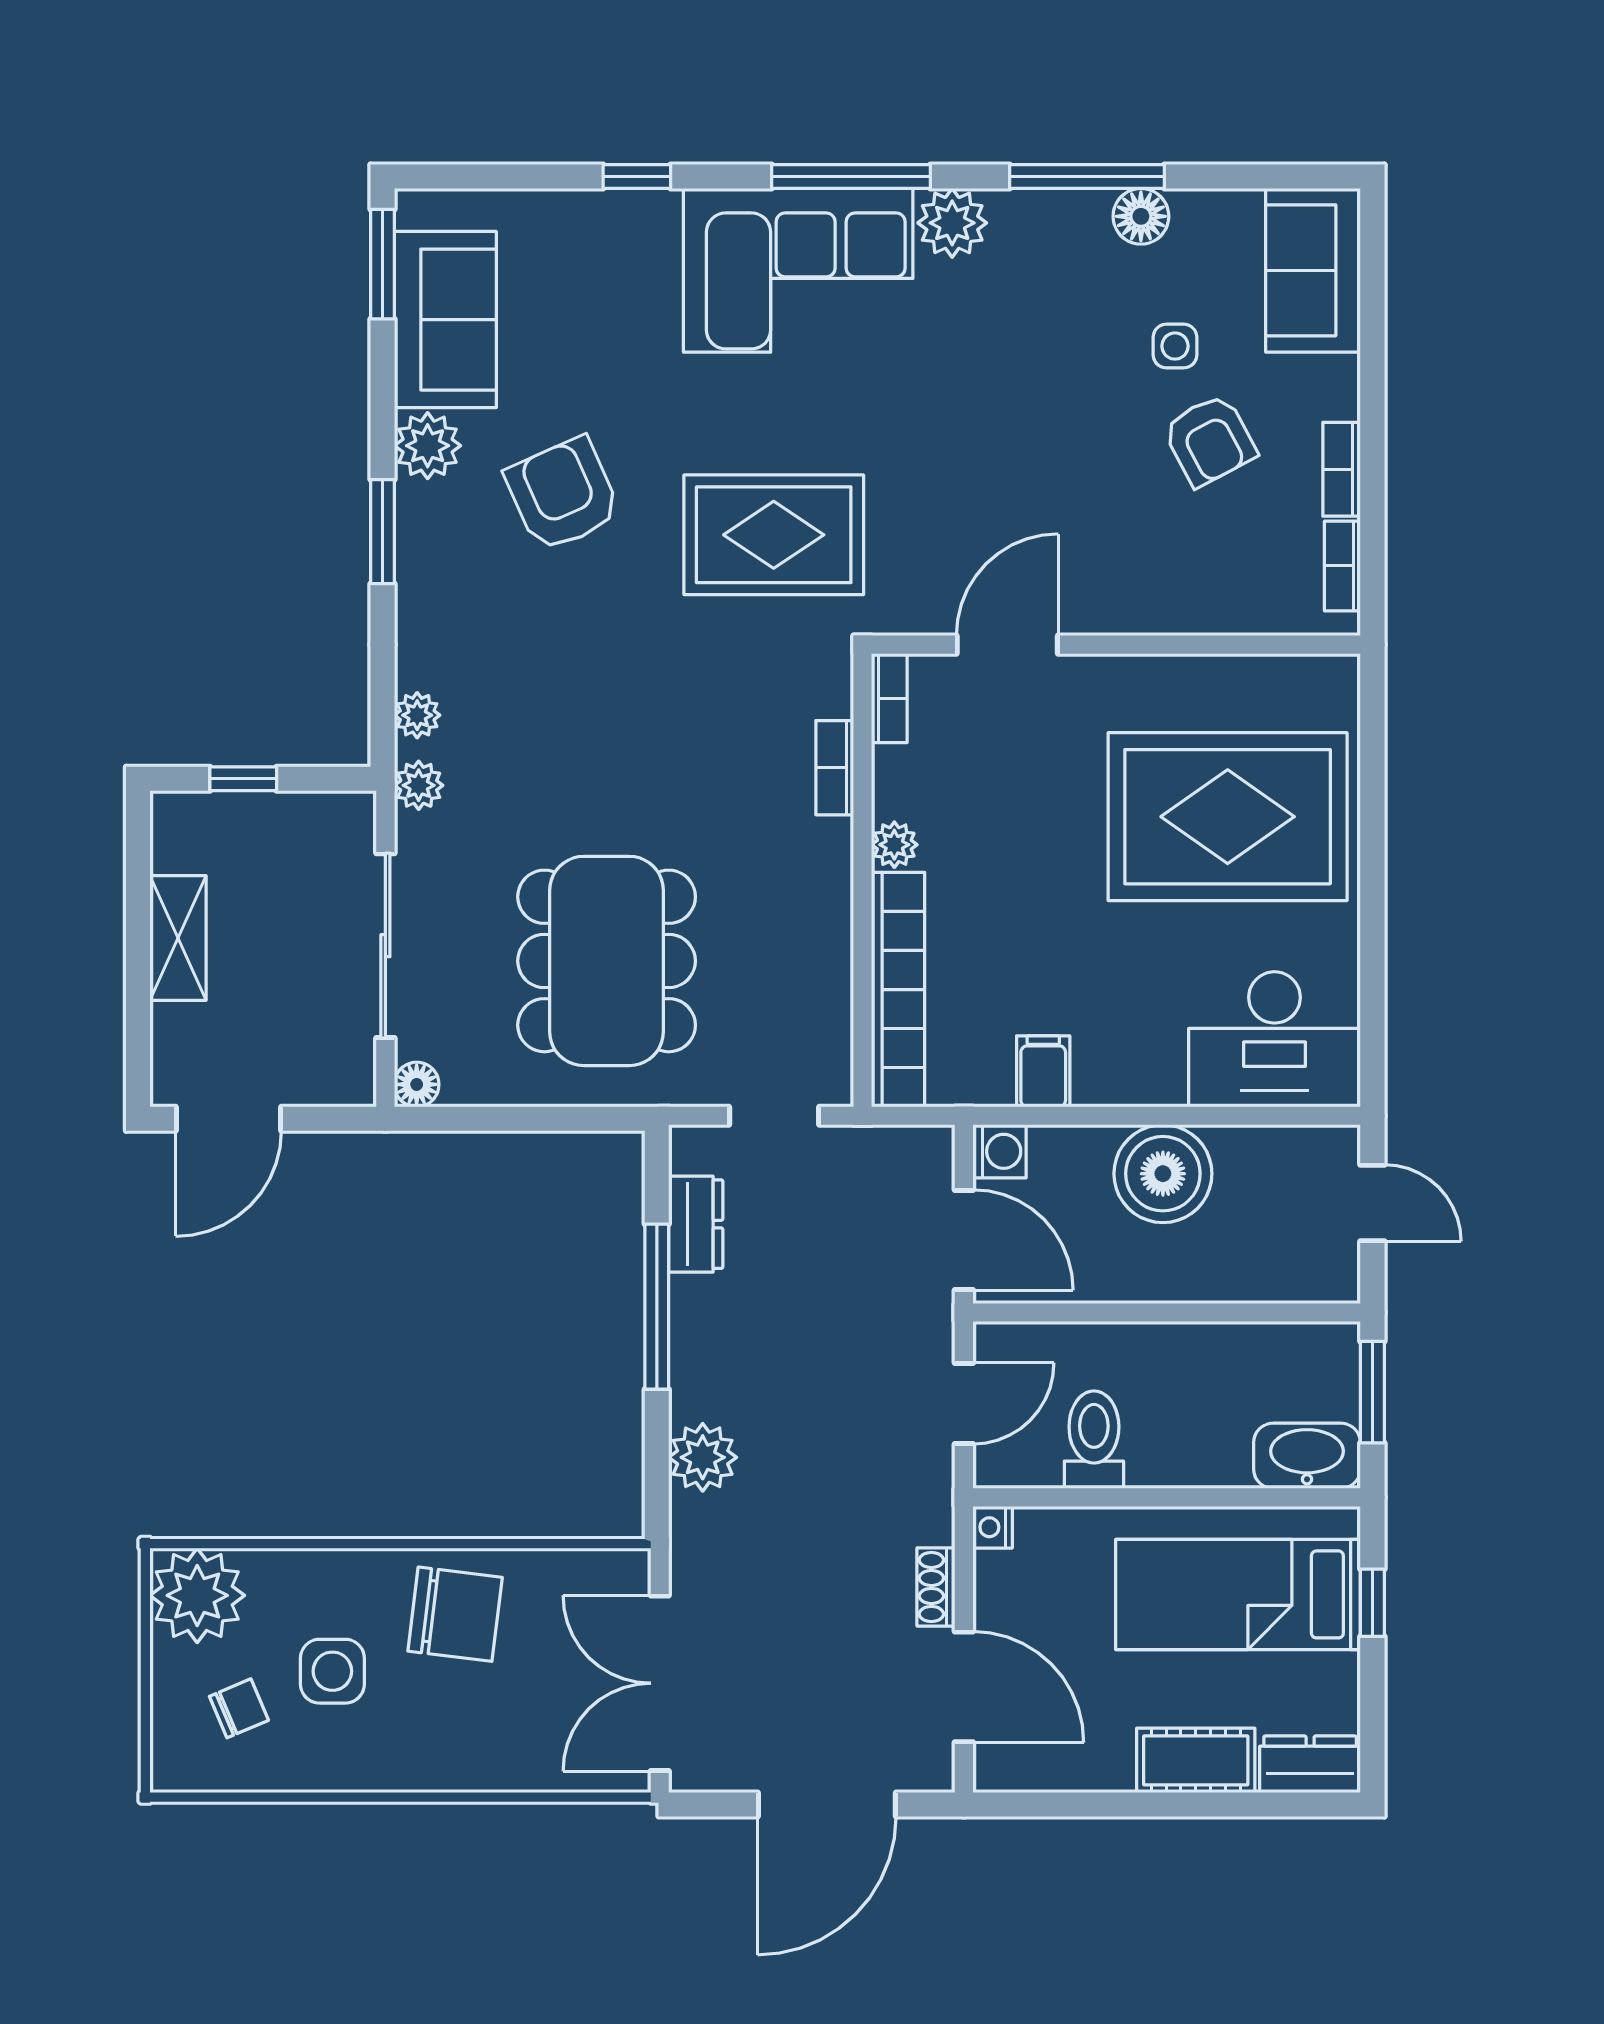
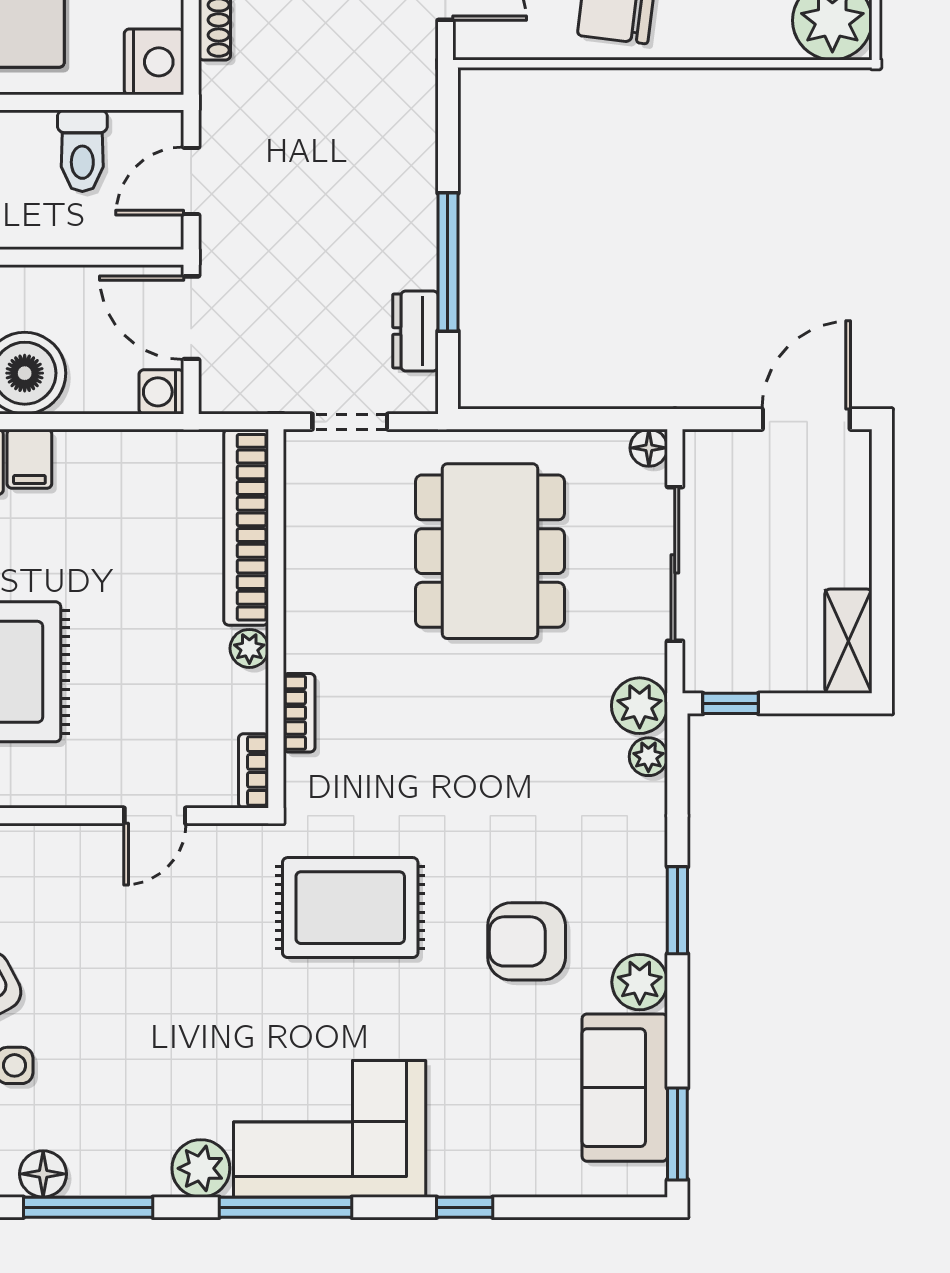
armchair: (563, 494) -> (527, 941), turned 114
door: (1007, 645) -> (155, 816), width x0.73
window: (243, 779) -> (731, 703), moved
plant: (419, 785) -> (640, 706), width x1.38, depth x1.38
shelving: (178, 938) -> (848, 641), moved
filing cabinet: (1043, 1071) -> (29, 459), moved
plant: (703, 1457) -> (410, 136), removed
nightstand: (993, 1527) -> (154, 62), width x1.89, depth x1.79

